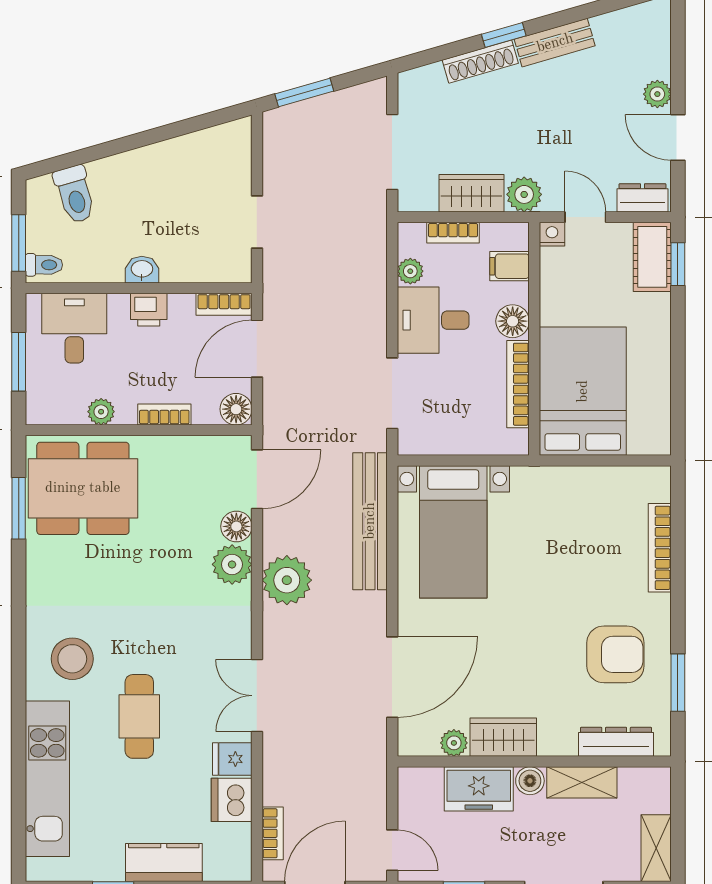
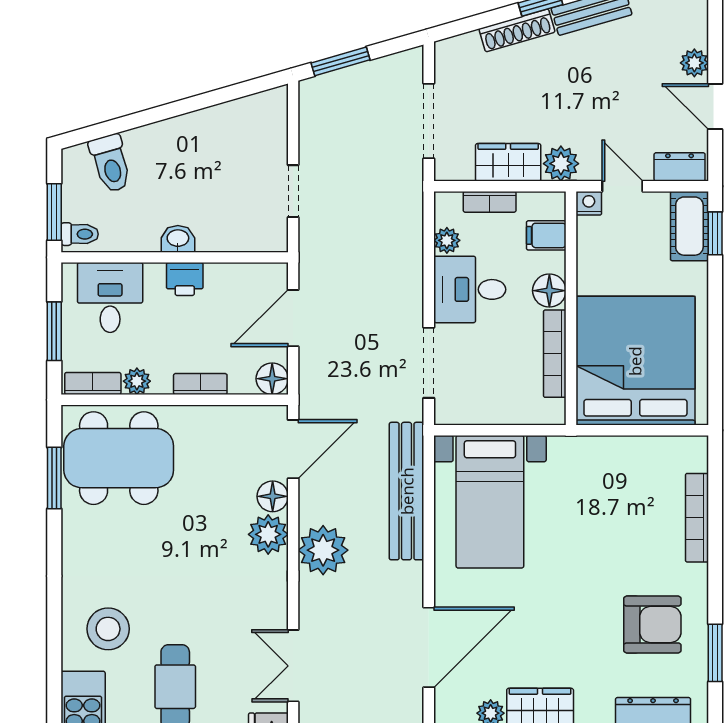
bookcase: (224, 304) -> (93, 383), moved, turned 180
bed: (583, 391) -> (635, 361), width x1.36

